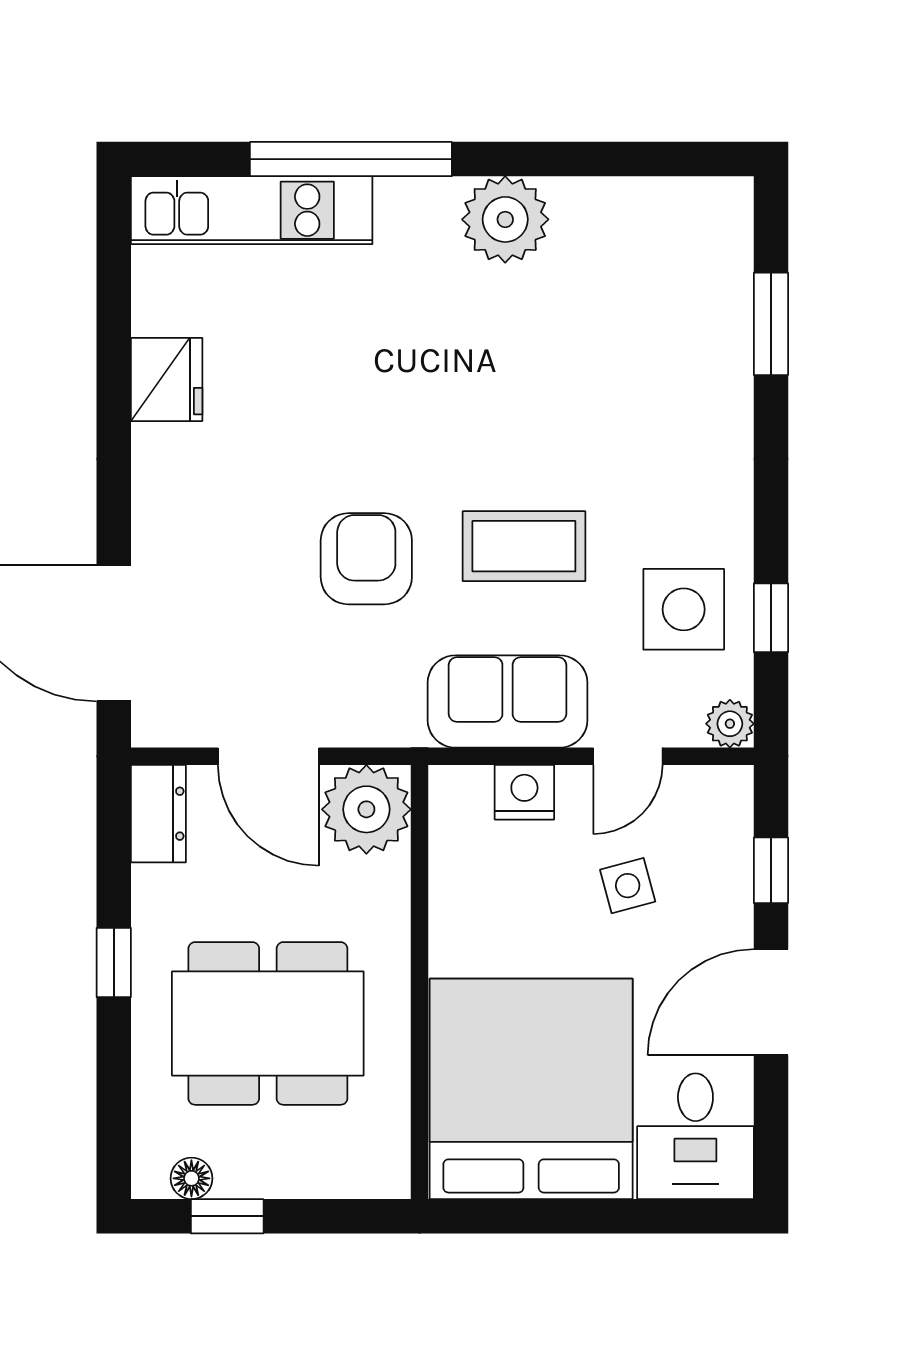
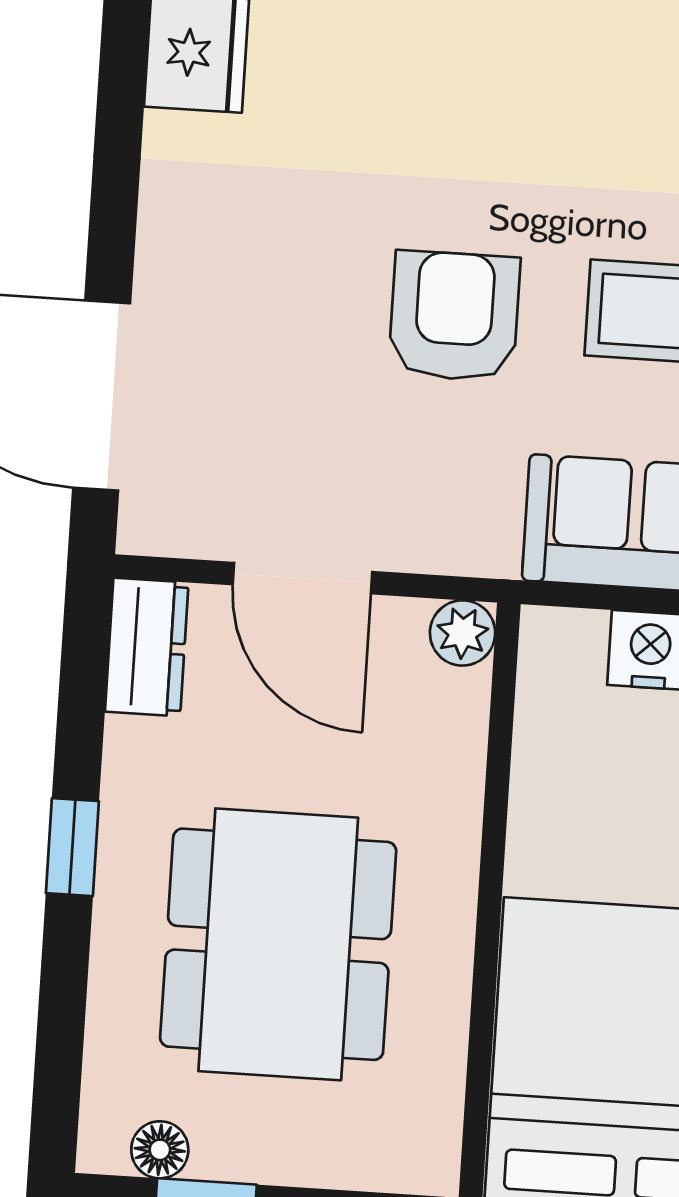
plant: (366, 809) -> (463, 633), width x0.53, depth x0.53
dining table: (268, 1023) -> (278, 944), turned 90

